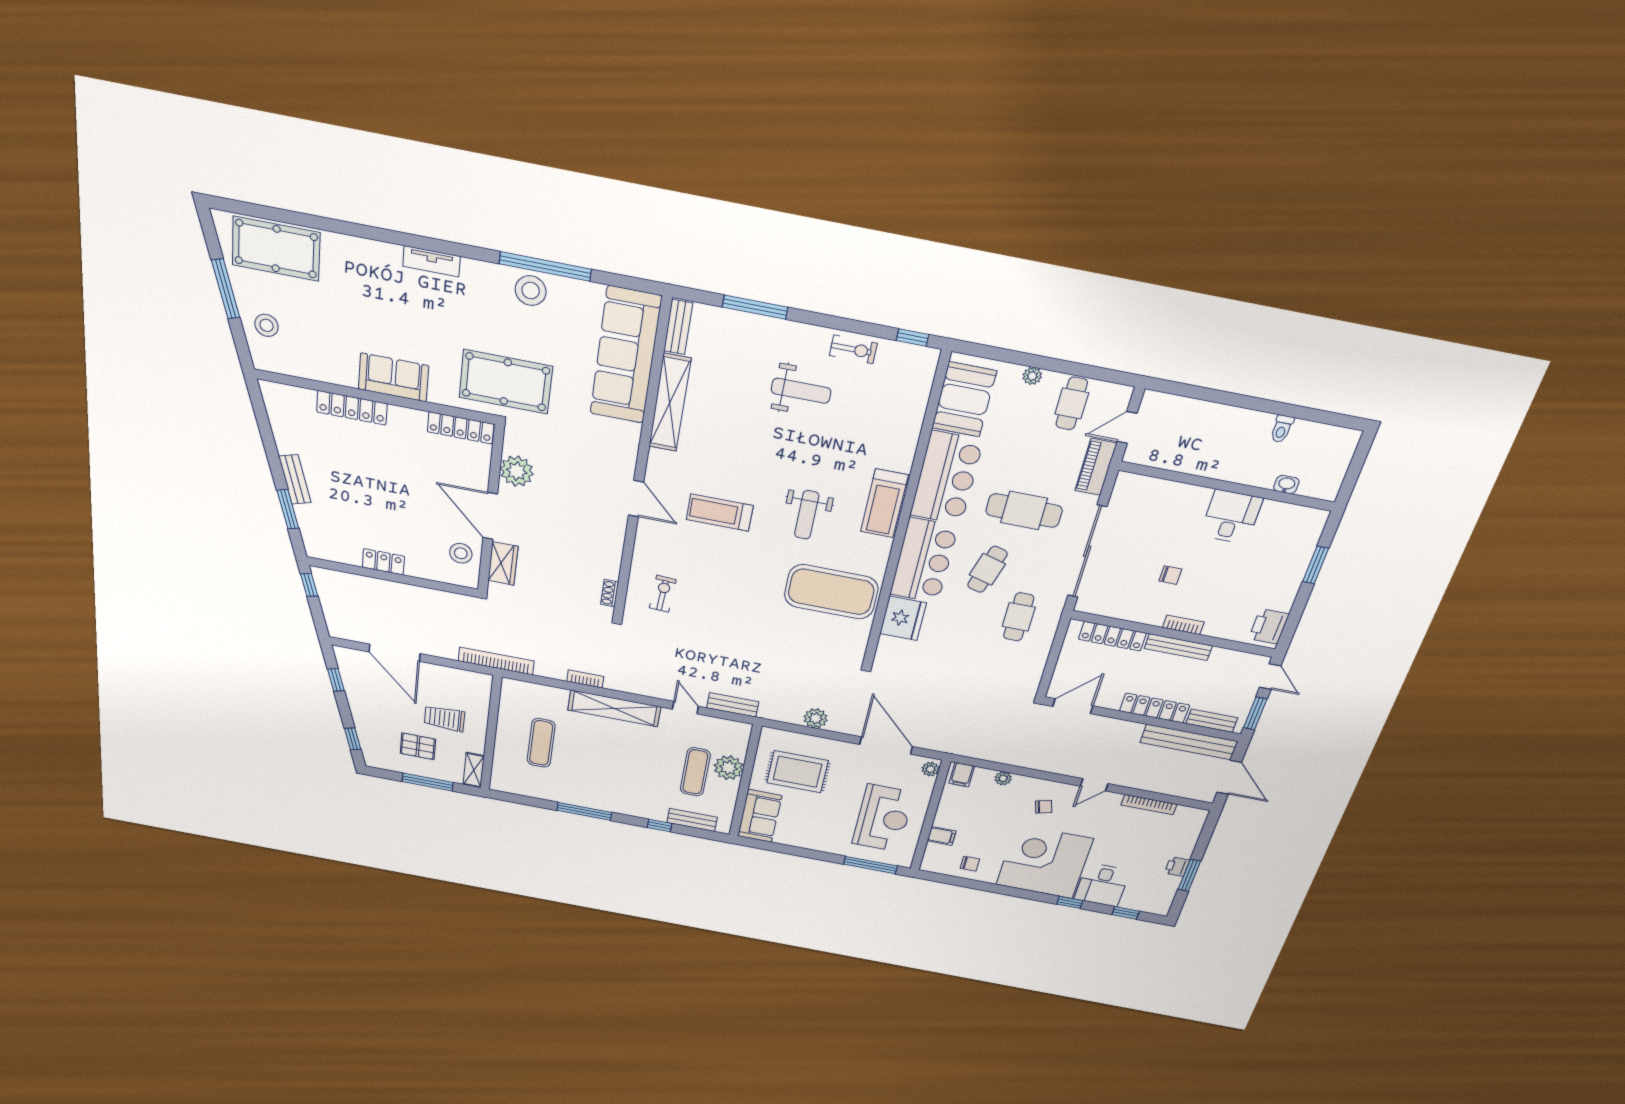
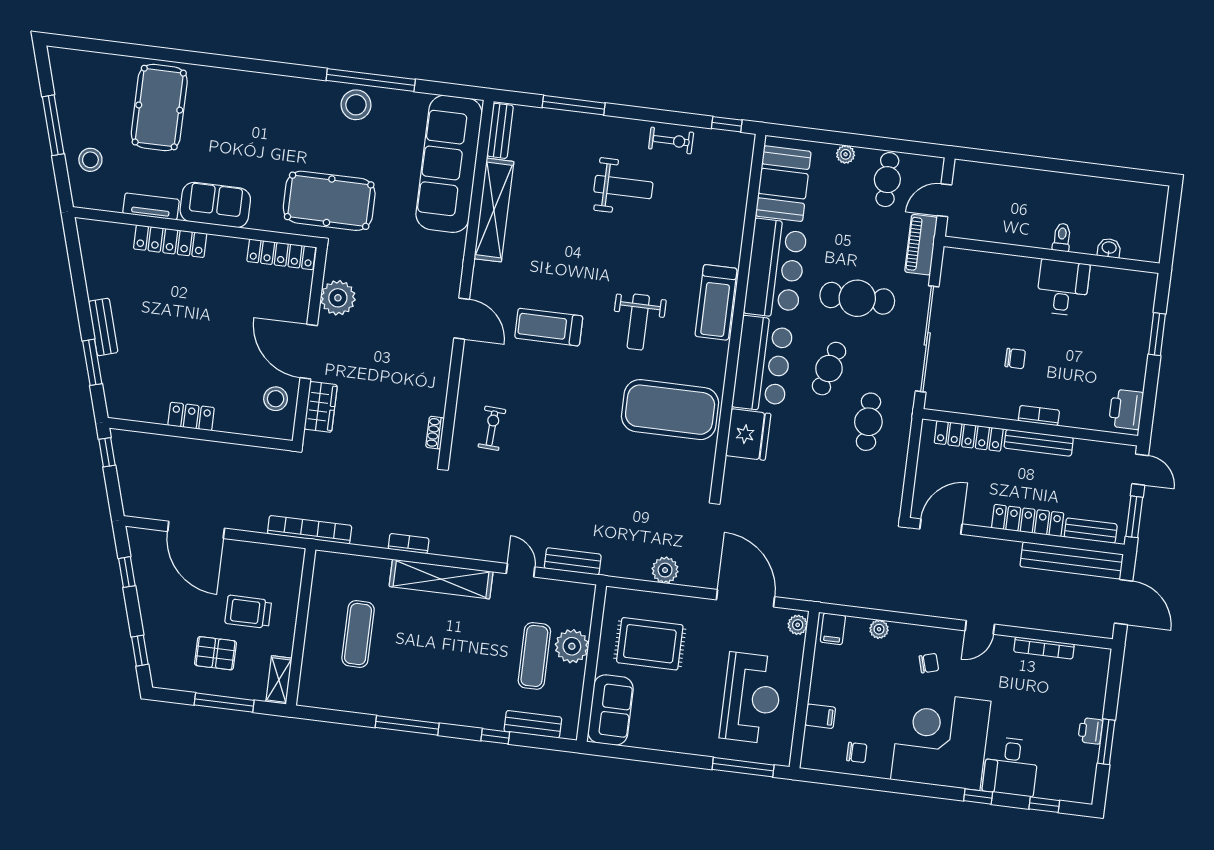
pool table: (276, 249) -> (159, 108), moved, turned 90
tv unit: (432, 261) -> (151, 206), moved, turned 180
toilet: (1282, 429) -> (1062, 237), moved, turned 180

